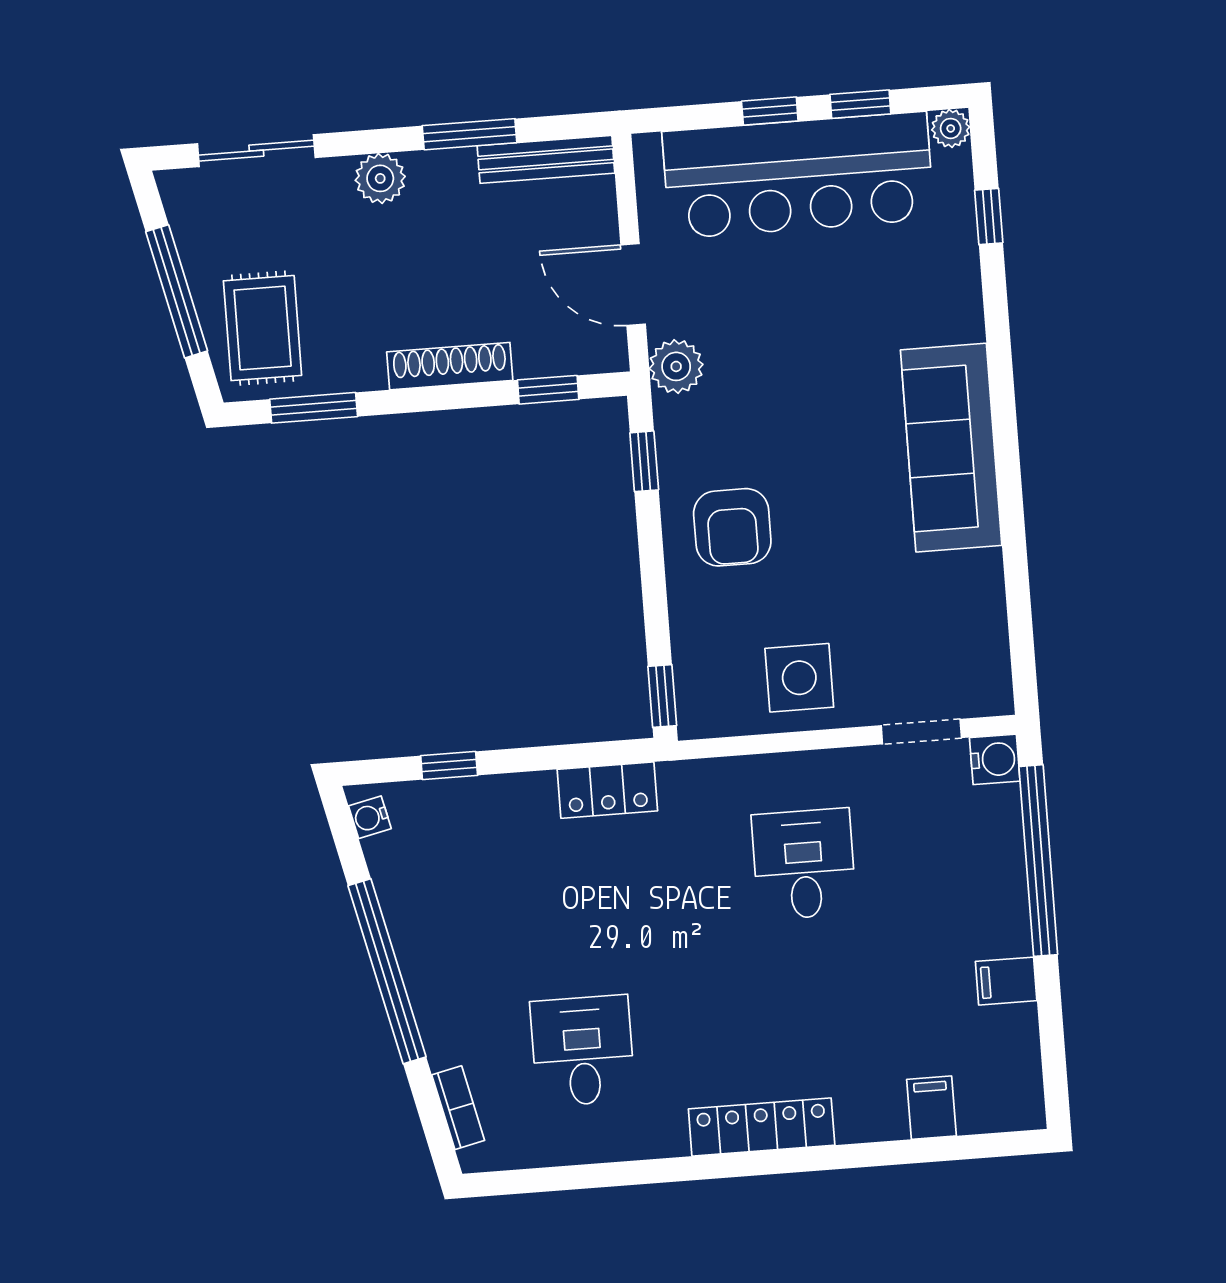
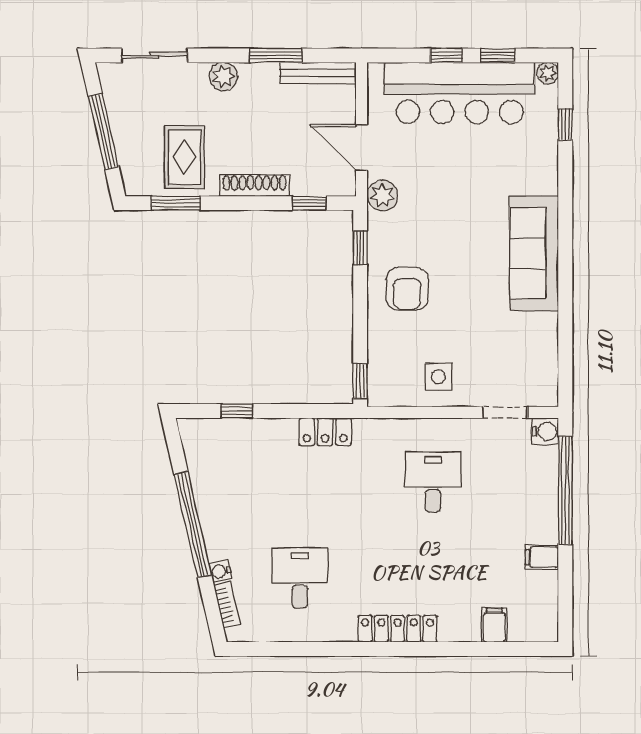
rug: (263, 328) -> (184, 157), moved
side table: (799, 678) -> (438, 377), width x0.73, depth x0.73
water cooler: (370, 817) -> (220, 571), moved

